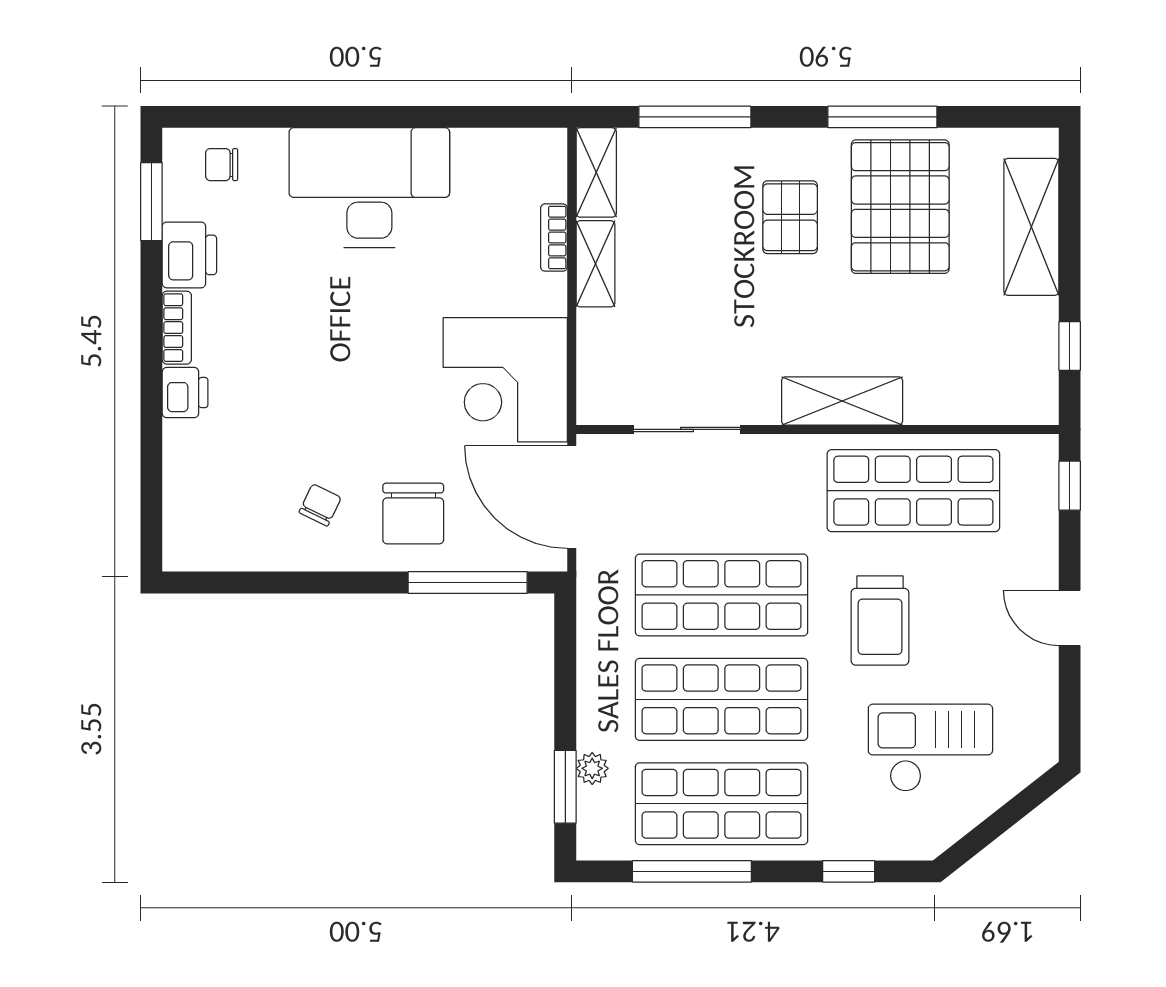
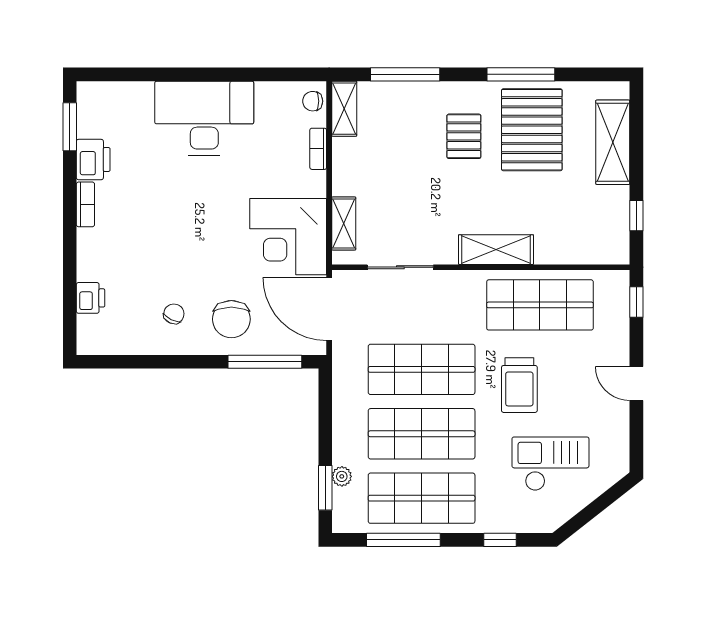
chair: (222, 165) -> (313, 101), moved
shelving: (595, 264) -> (344, 223), moved
printer: (185, 393) -> (91, 298), moved

